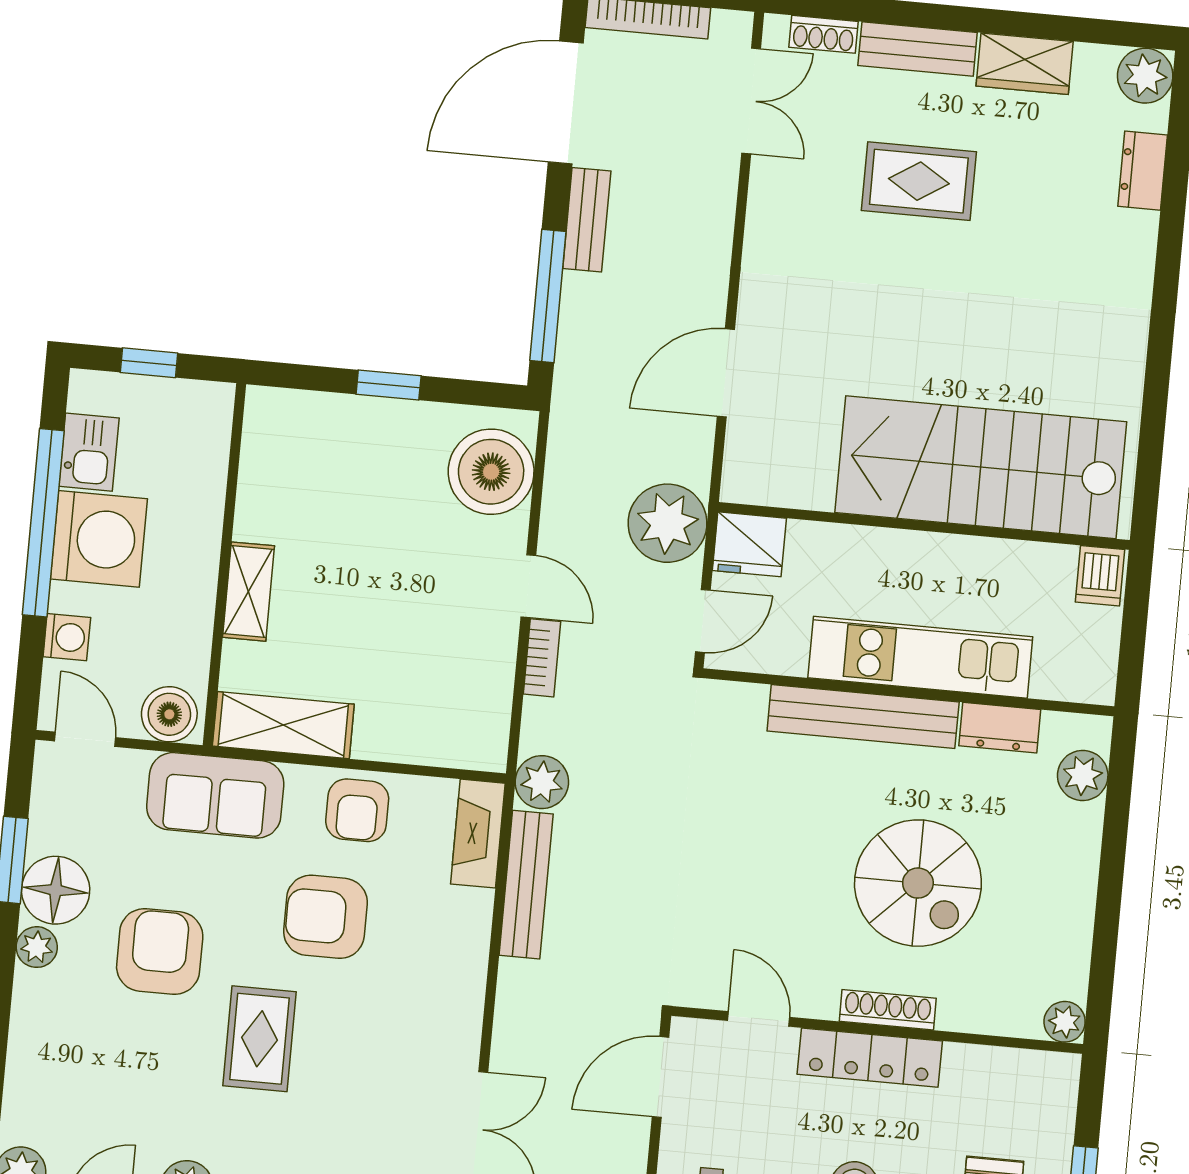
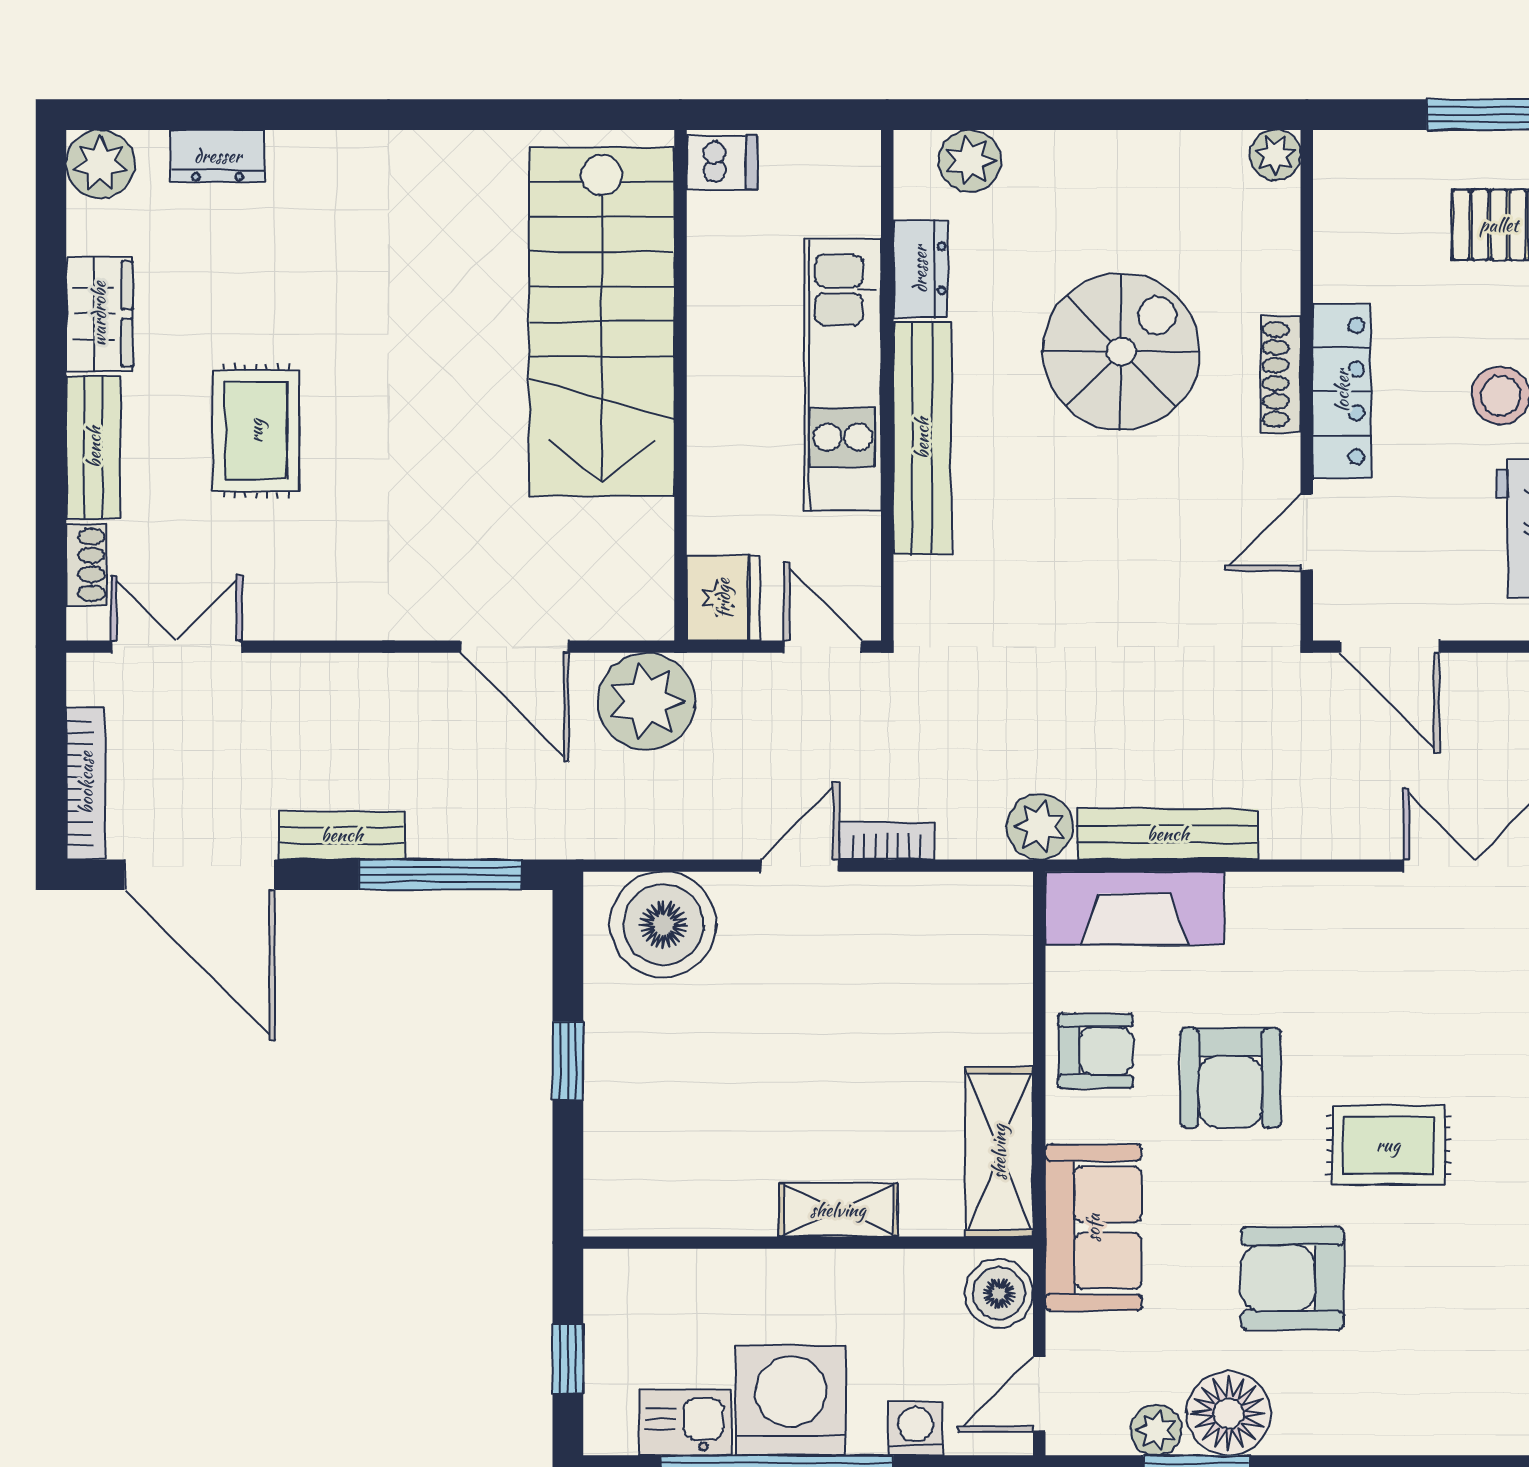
plant: (667, 523) -> (646, 701), moved
fireplace: (478, 834) -> (1135, 908), width x1.37, depth x1.32
plant: (37, 947) -> (1156, 1430), moved

